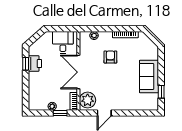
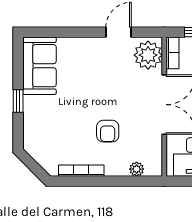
sofa: (149, 76) -> (39, 66), moved
window: (161, 92) -> (18, 101), moved

